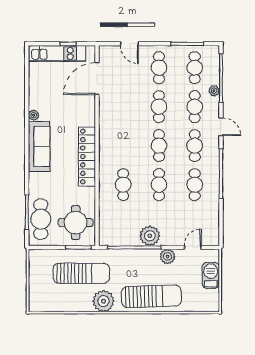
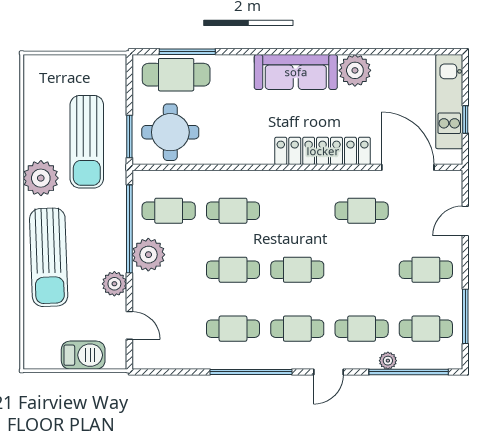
cafe table: (159, 107) -> (362, 211), moved
plant: (34, 115) -> (355, 70), width x1.87, depth x1.87
locker: (87, 156) -> (323, 151), moved
cafe table: (123, 224) -> (169, 211), added

